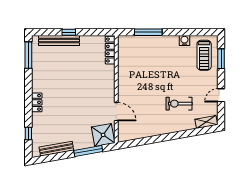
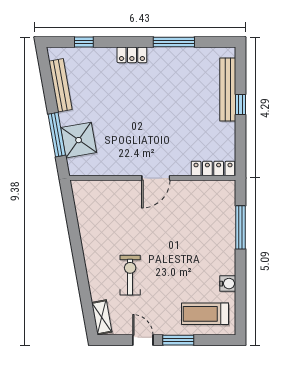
window: (28, 55) -> (174, 42), moved
window: (221, 59) -> (178, 340), moved
door: (116, 112) -> (156, 178), moved
shower: (103, 135) -> (79, 140), moved

